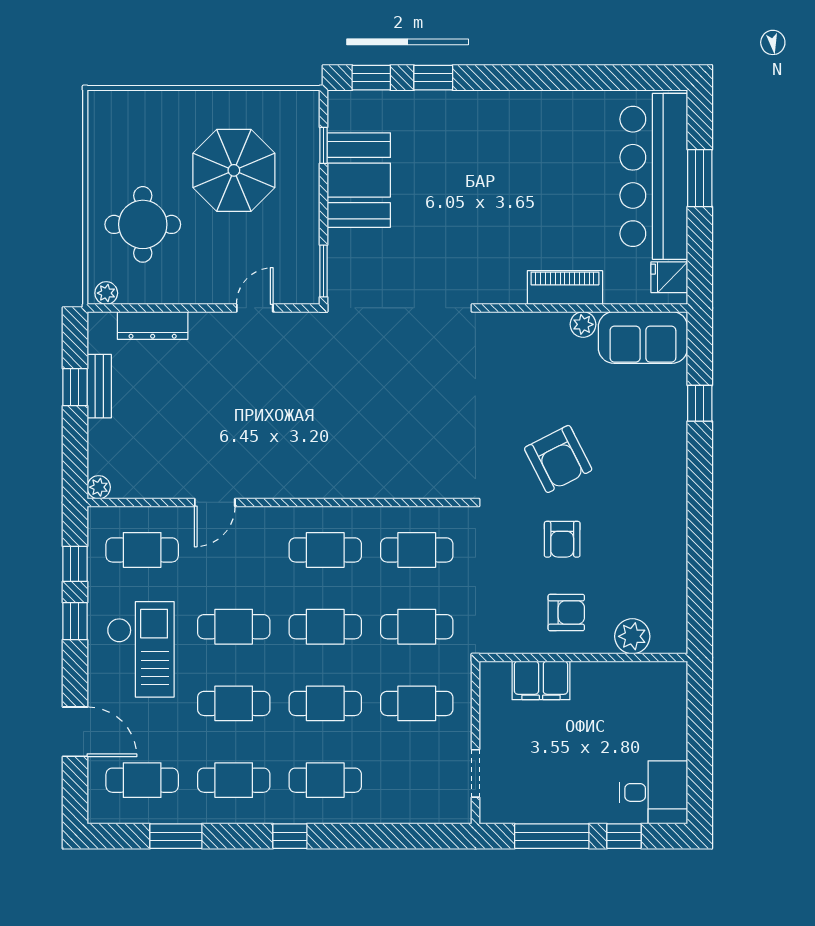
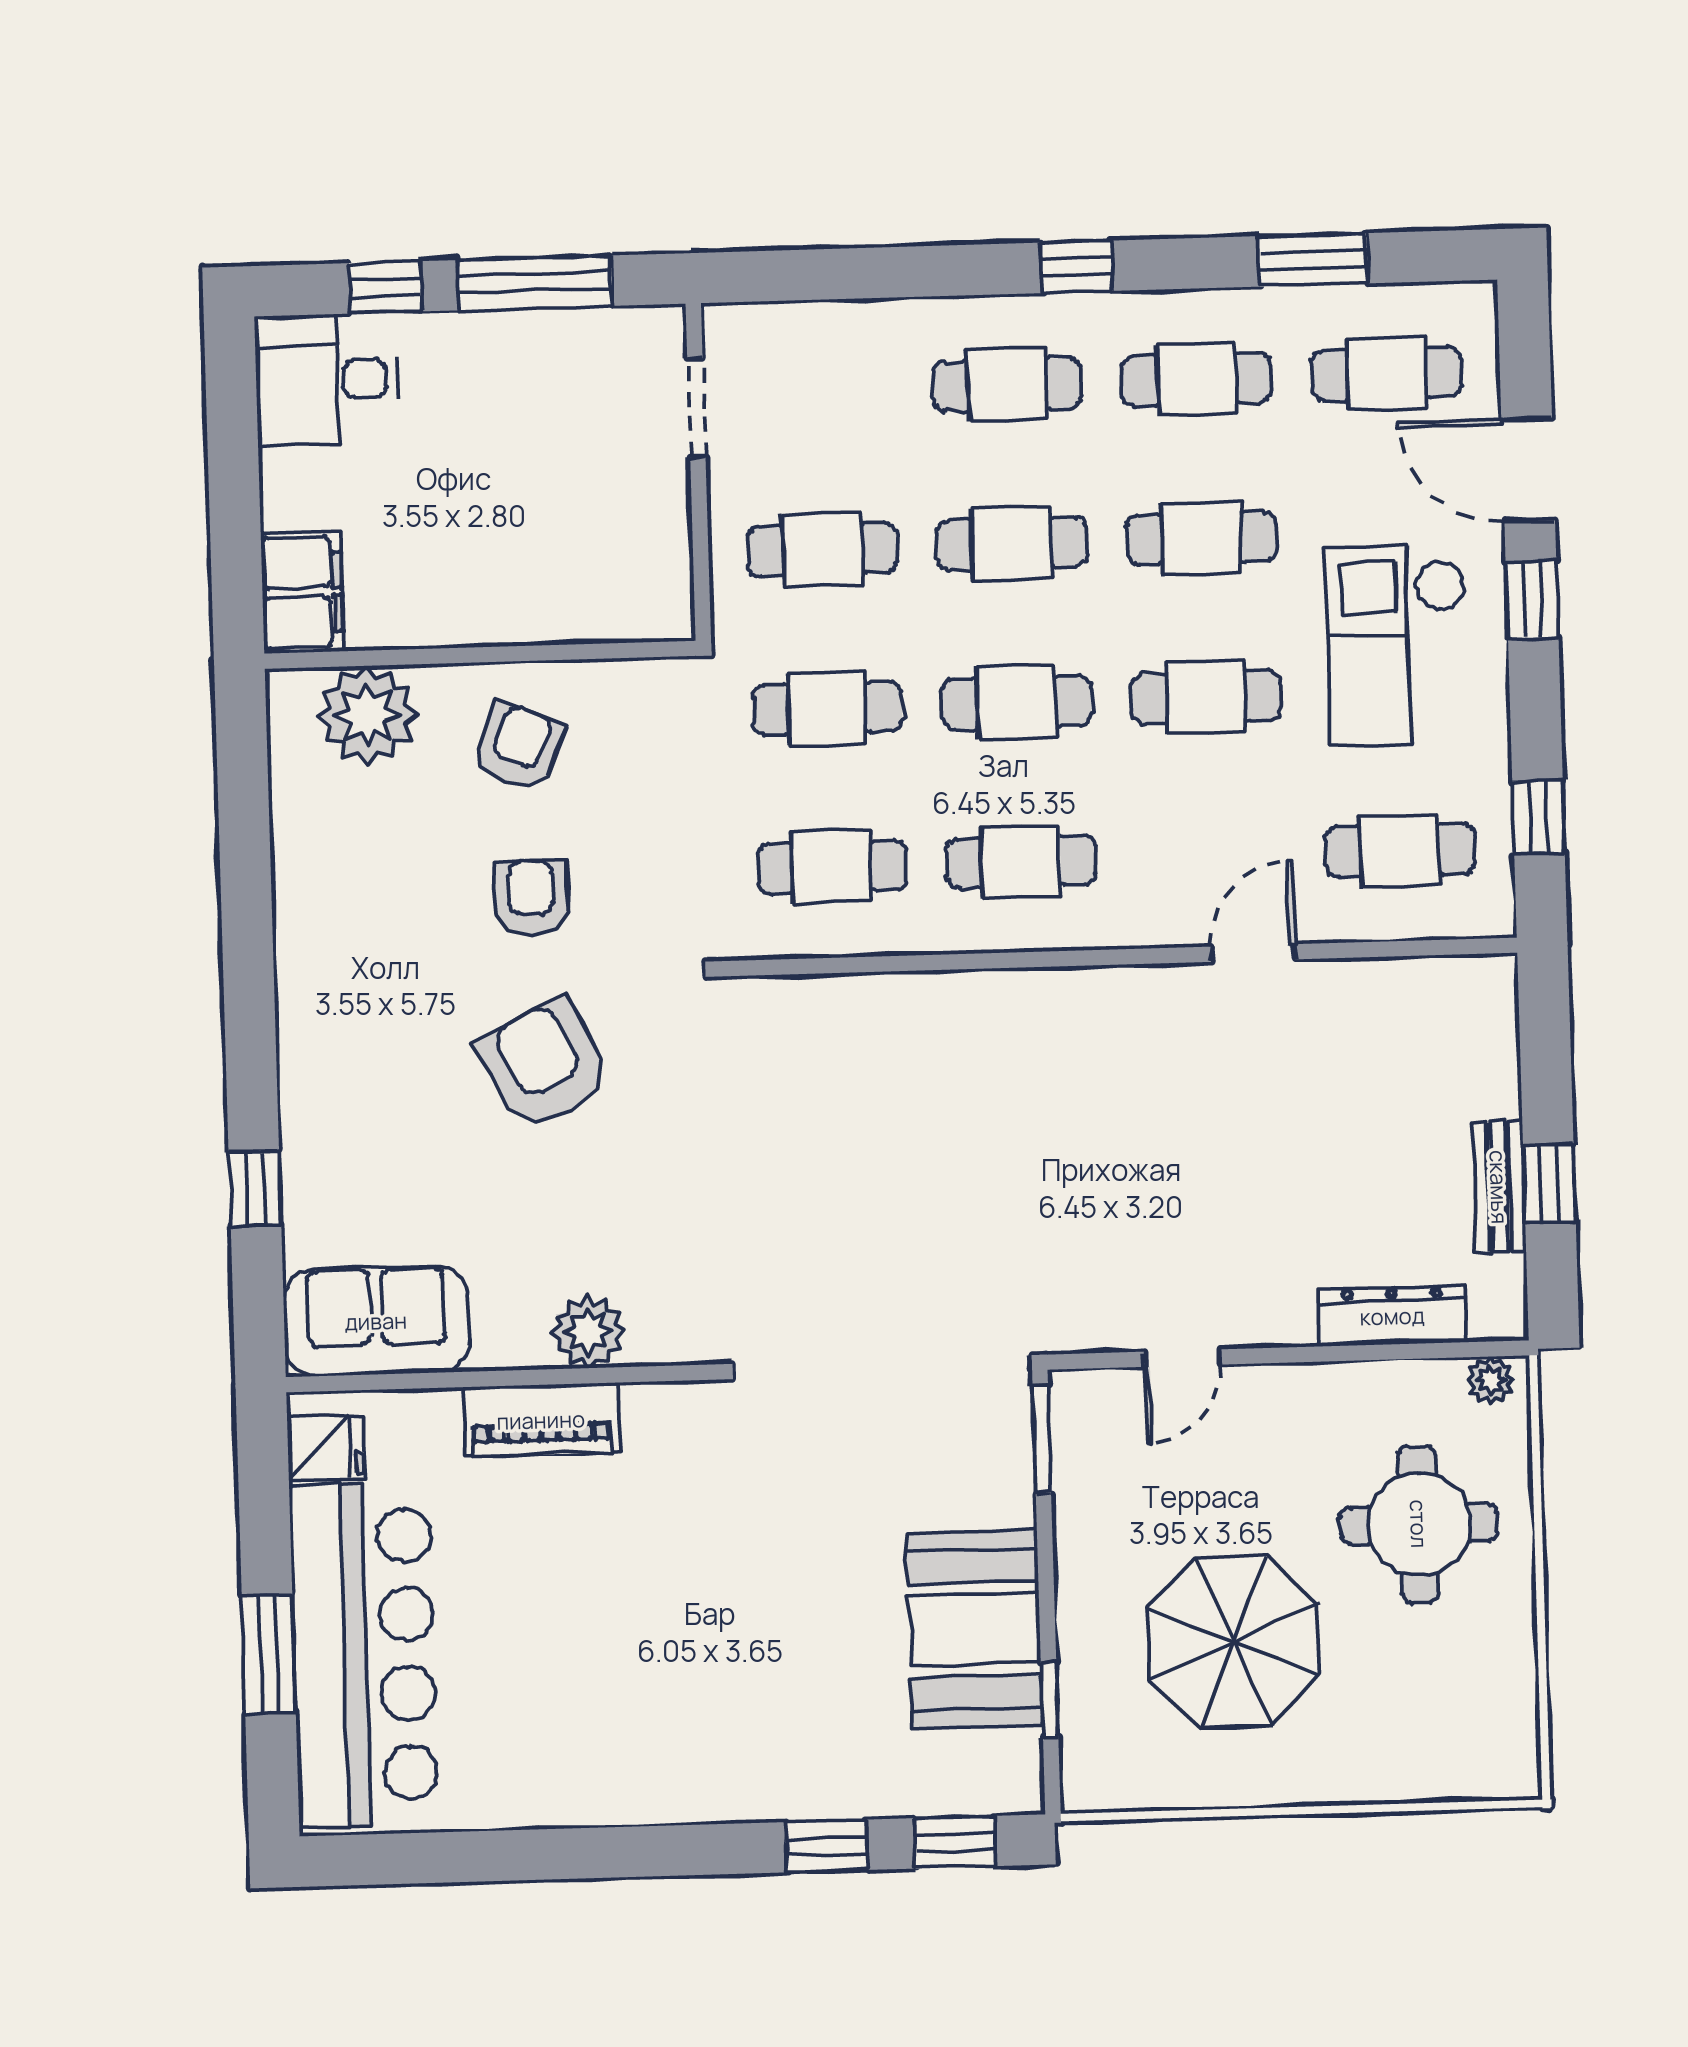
plant: (583, 324) -> (588, 1332), moved, width x1.38, depth x1.38
plant: (99, 487) -> (1494, 977), removed
armchair: (566, 613) -> (518, 747), turned 114
window: (75, 621) -> (1532, 599), moved
plant: (632, 636) -> (367, 715), width x1.36, depth x1.36
filing cabinet: (541, 680) -> (302, 593), moved, turned 90

